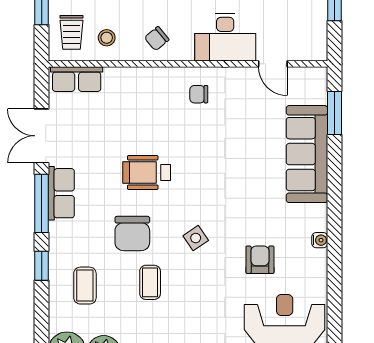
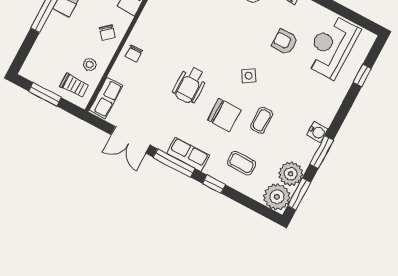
chair: (199, 94) -> (134, 53), moved
row of seats: (61, 193) -> (188, 154), moved
coffee table: (150, 282) -> (262, 120), turned 90

